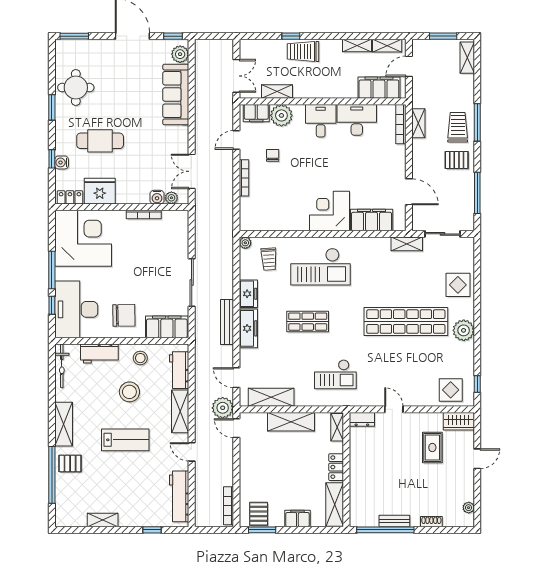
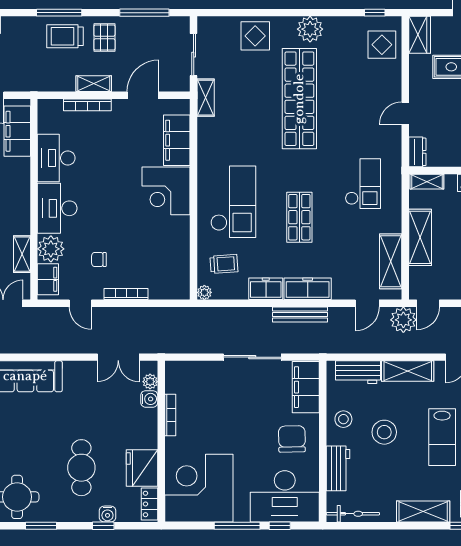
desk: (321, 121) -> (57, 208), width x1.37
shelving: (418, 123) -> (94, 84), moved
bookcase: (401, 124) -> (87, 105), moved
lab bench: (125, 440) -> (442, 437), turned 180

